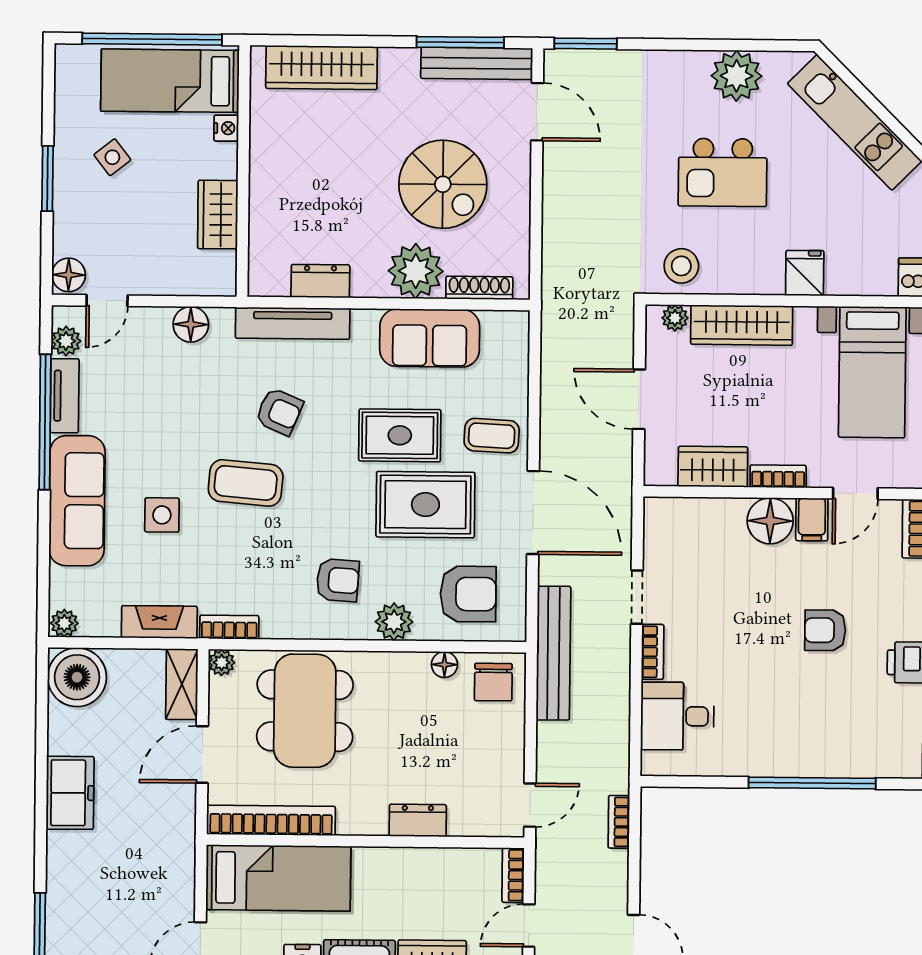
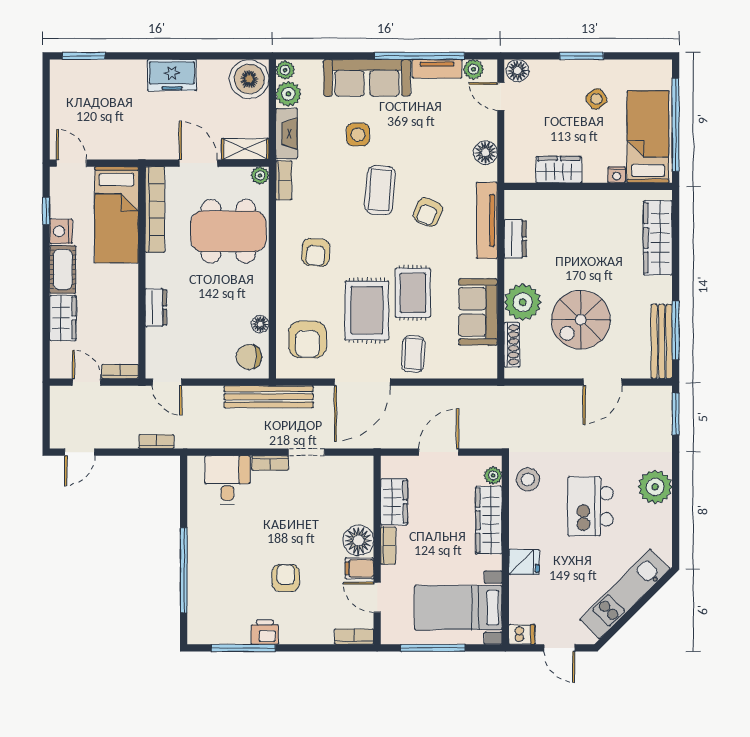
plant: (736, 76) -> (655, 487), moved
door: (537, 112) -> (603, 382), moved
plant: (394, 622) -> (288, 94), moved

